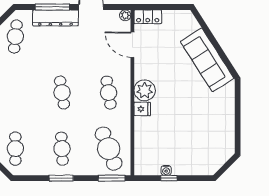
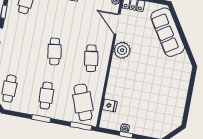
sofa: (207, 60) -> (168, 32), moved
plant: (145, 90) -> (122, 50), moved
fridge: (142, 109) -> (110, 106), moved

